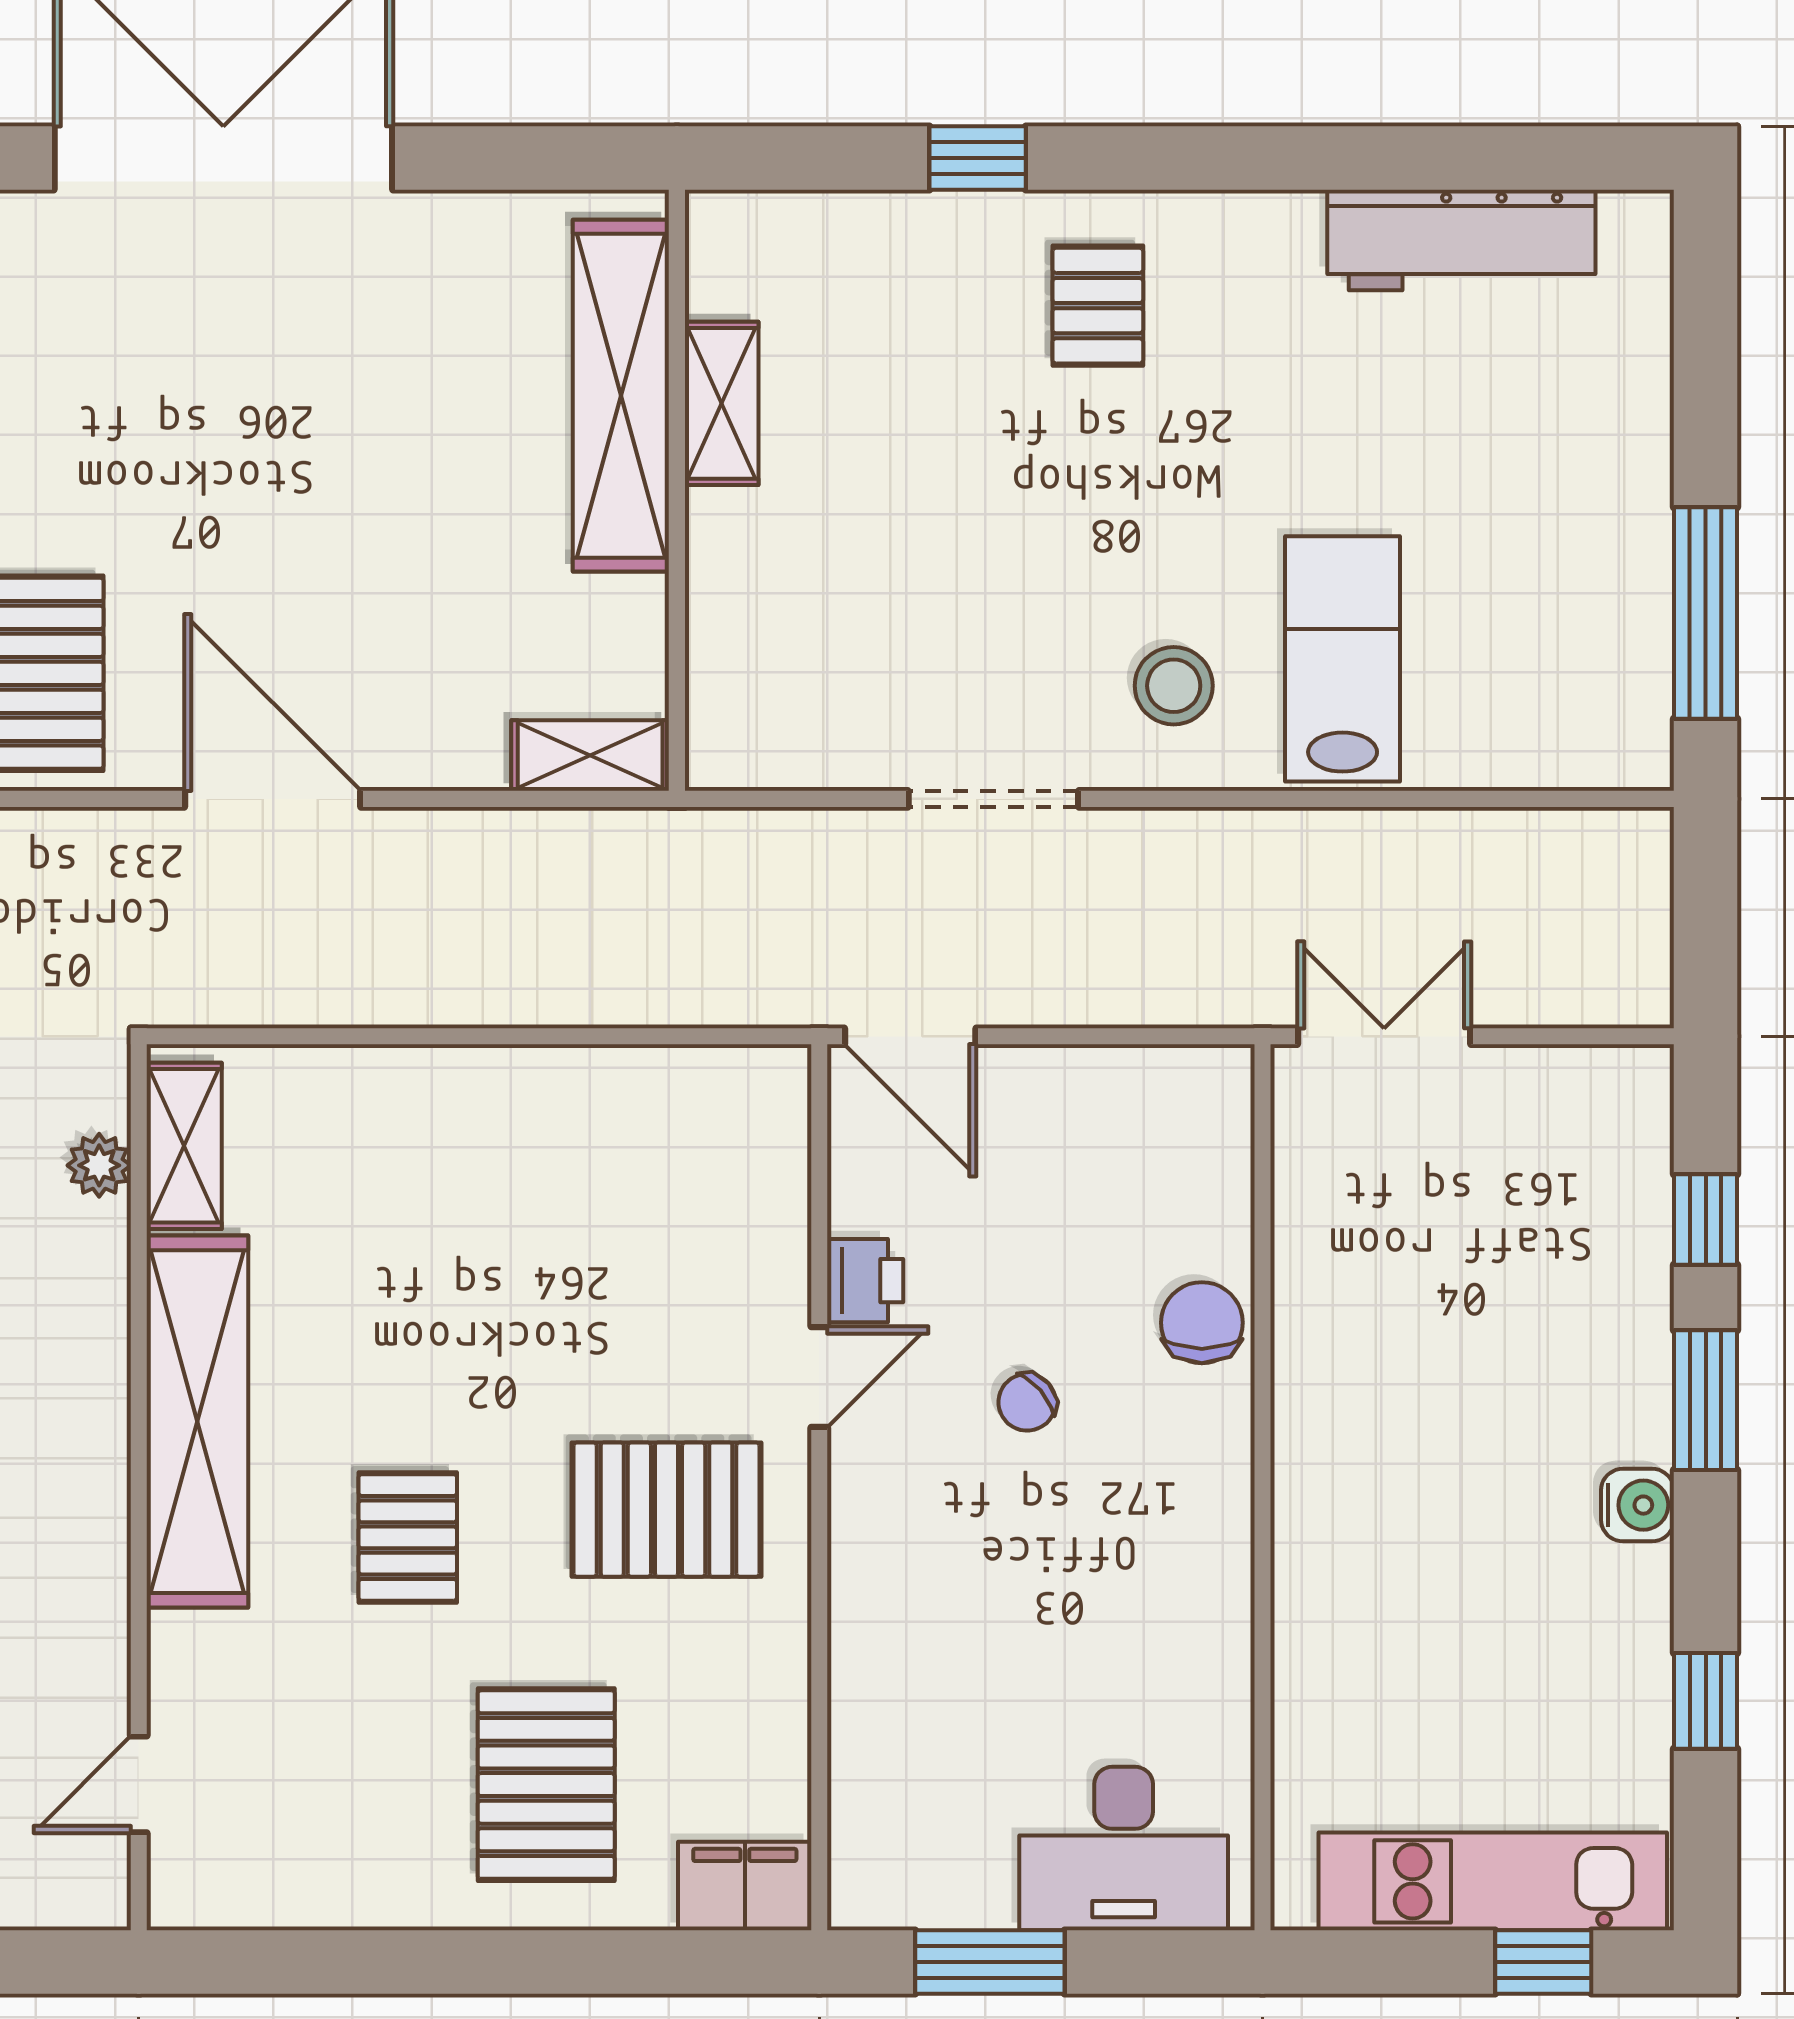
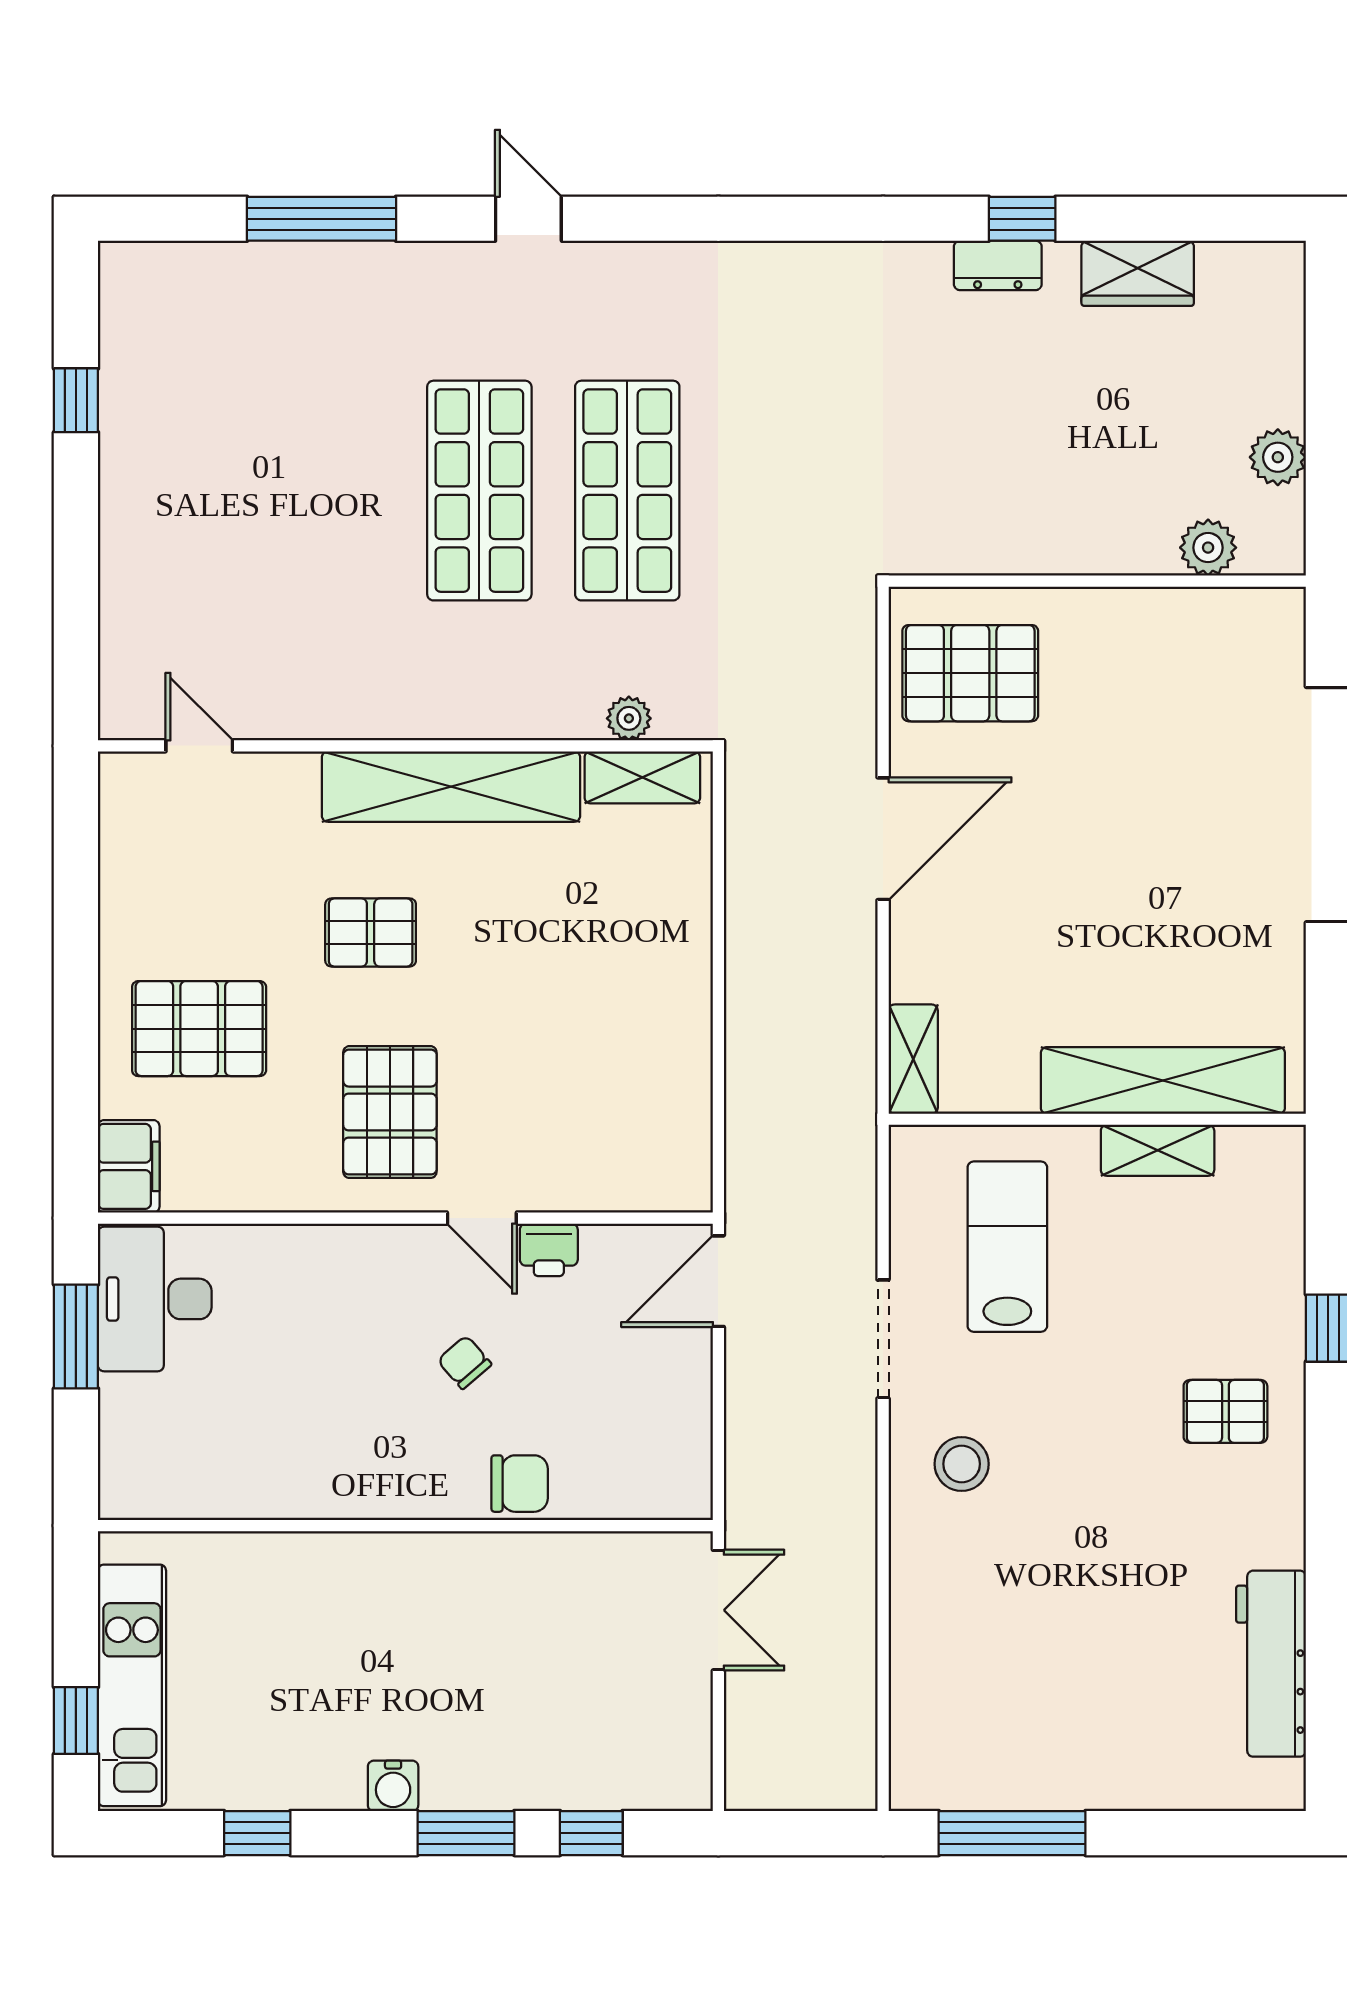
lab bench: (1343, 659) -> (1007, 1247), moved, turned -90
desk: (1124, 1849) -> (155, 1299), moved

